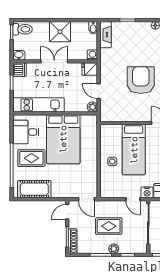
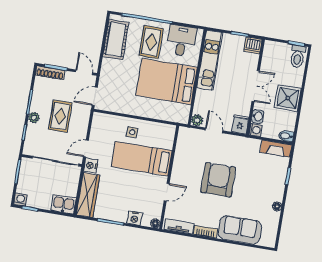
washbasin: (19, 55) -> (258, 116), moved
armchair: (141, 80) -> (218, 180), turned -90
door: (99, 91) -> (214, 130), hinge flipped

